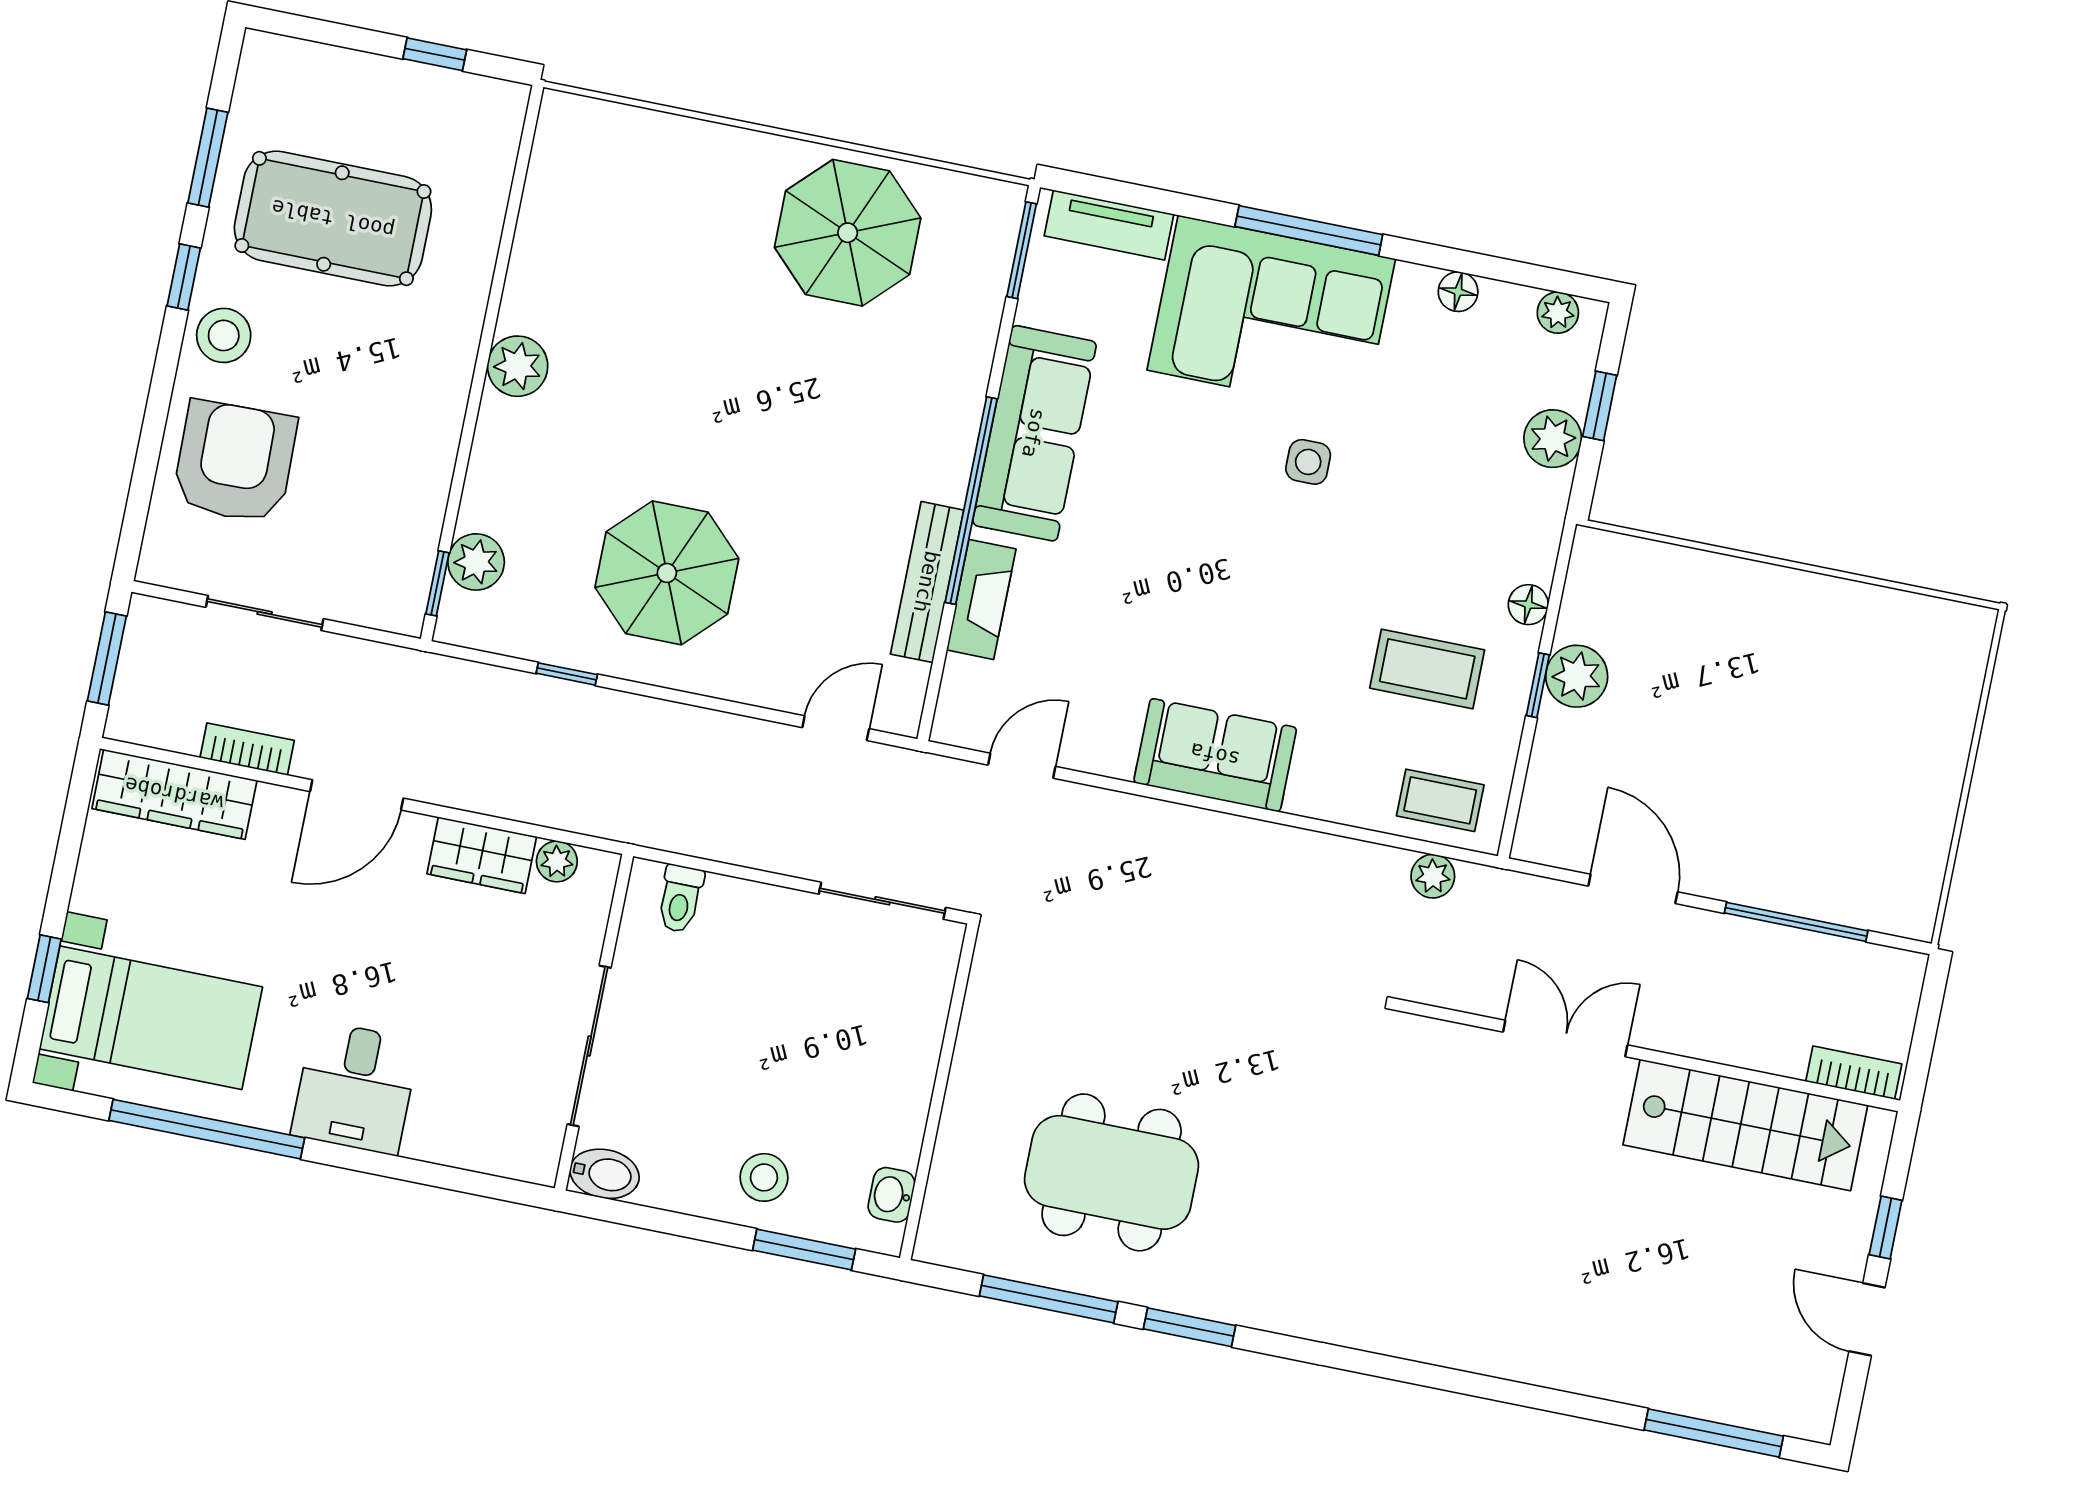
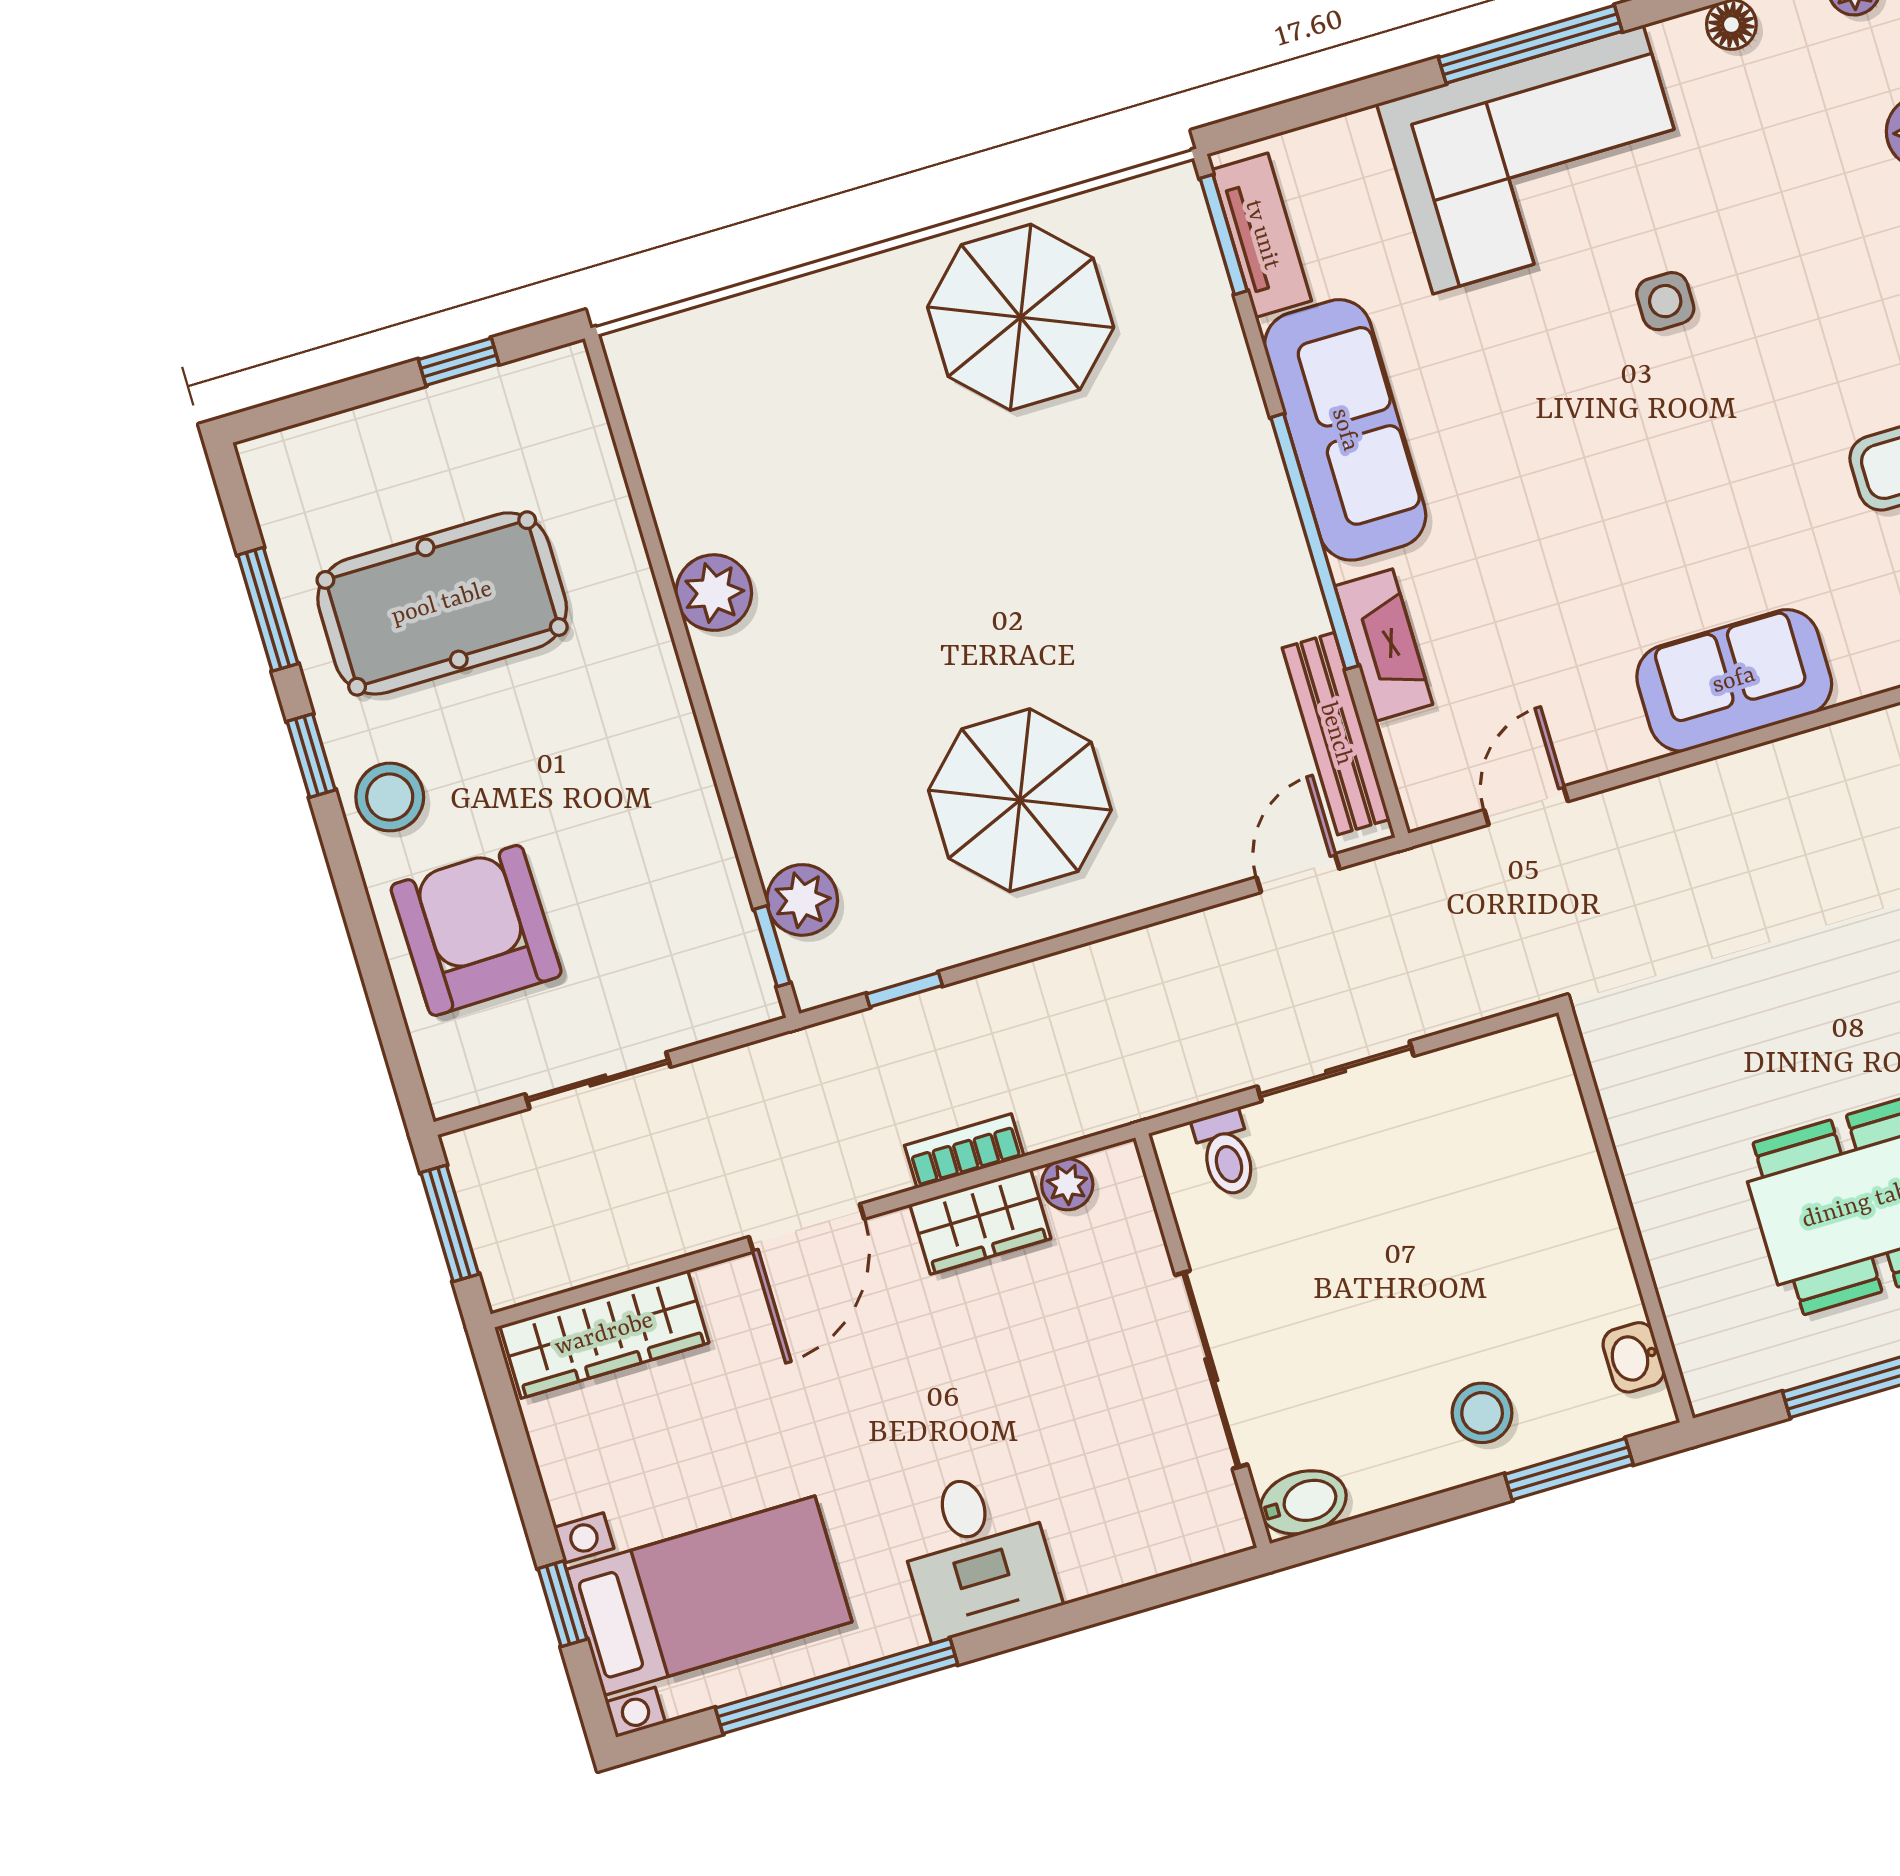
tv unit: (1109, 225) -> (1262, 235), moved, turned -90
plant: (518, 366) -> (714, 593), moved
bench: (927, 582) -> (1336, 734), moved
window: (567, 674) -> (904, 990), moved
bookcase: (247, 749) -> (964, 1151), moved
sliding door: (882, 901) -> (1336, 1071), moved

